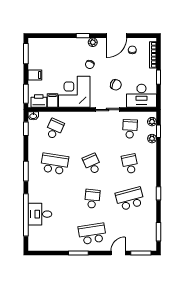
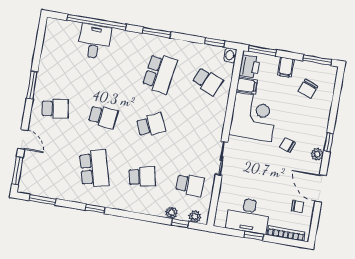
chair: (116, 85) -> (308, 89), moved
desk: (141, 96) -> (248, 215), moved, turned -90
school desk: (92, 234) -> (55, 109), width x0.54

